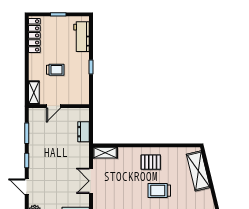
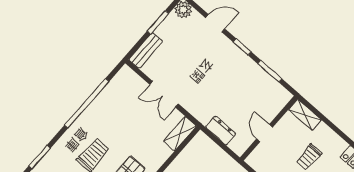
door: (54, 106) -> (265, 133), moved
double door: (91, 181) -> (164, 94), swing flipped

